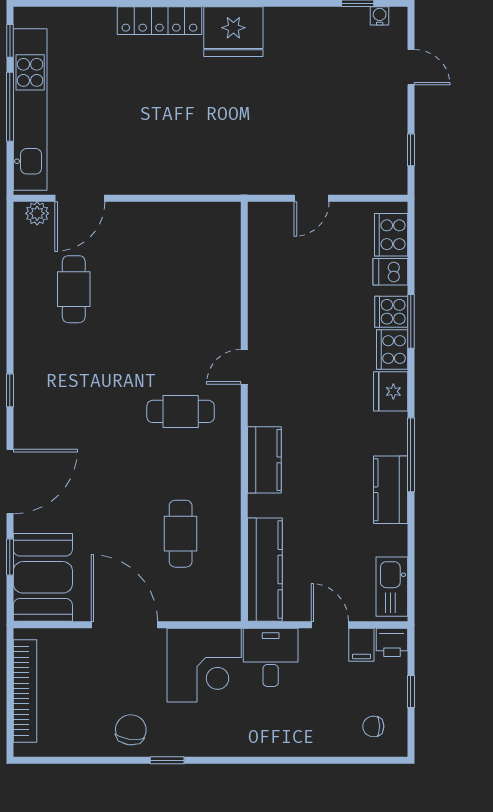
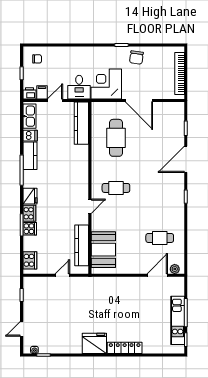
door: (411, 67) -> (22, 329), hinge flipped
kitchen unit: (30, 110) -> (178, 320), width x0.73
dishwasher: (390, 272) -> (30, 136), moved
cafe table: (74, 289) -> (160, 238), turned 90
kitchen counter: (264, 460) -> (82, 245), moved, width x1.50
cafe table: (181, 534) -> (116, 138), width x1.37, depth x1.35
booth: (43, 577) -> (103, 250), moved
door: (330, 625) -> (55, 101), swing flipped

